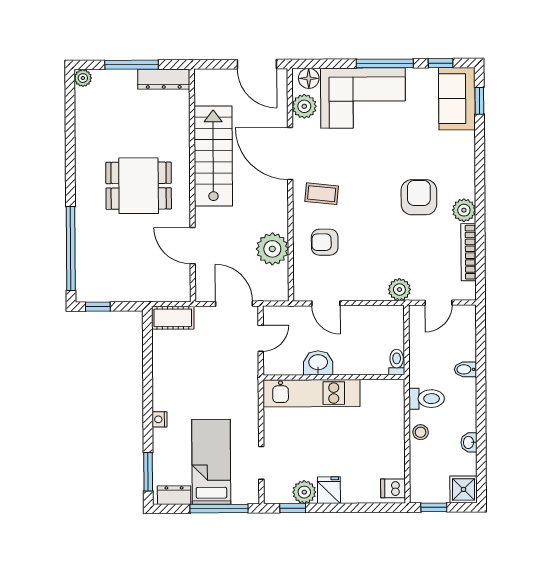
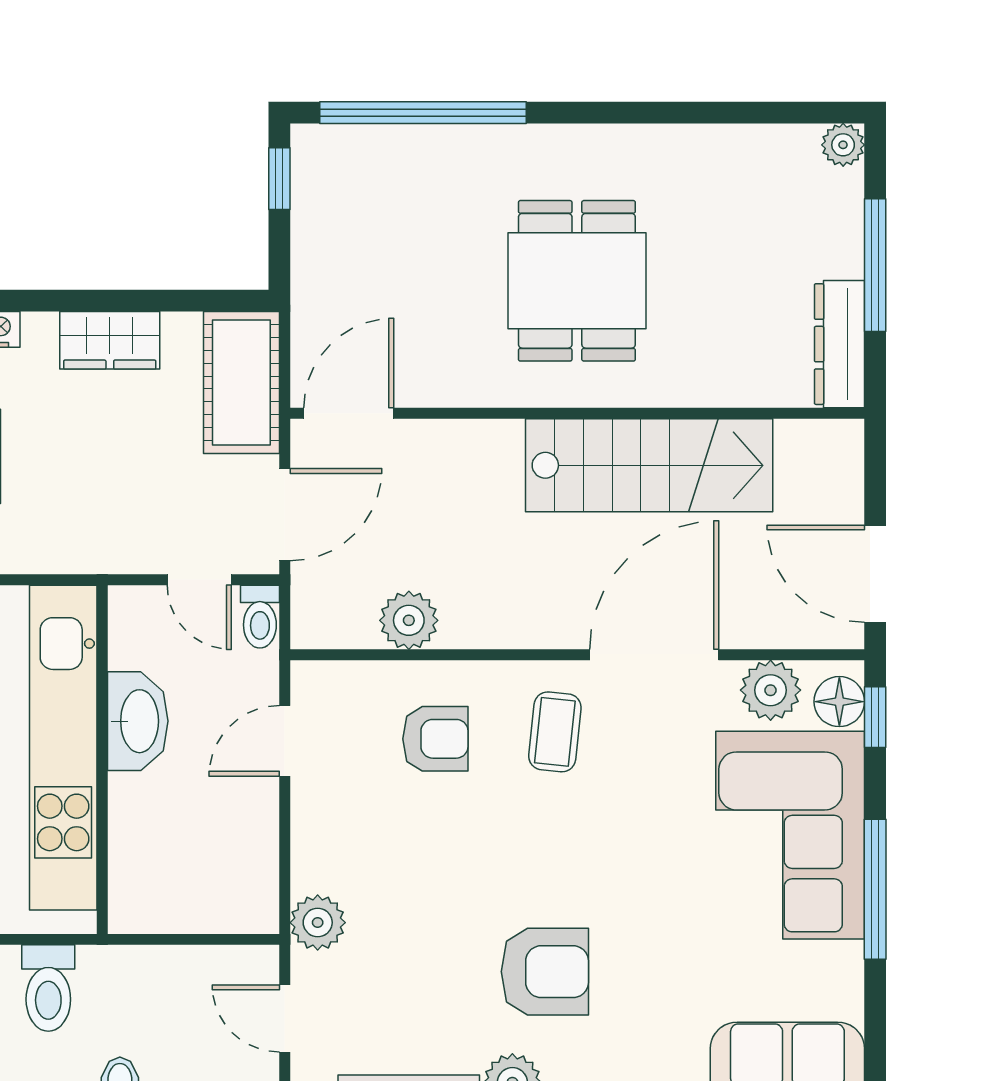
window: (441, 63) -> (875, 717), moved
door: (257, 64) -> (875, 574), hinge flipped
armchair: (325, 242) -> (435, 739), turned 90
door: (193, 246) -> (349, 413), moved
plant: (272, 249) -> (409, 620), width x0.73, depth x0.73
cot: (173, 318) -> (241, 382), width x1.37, depth x1.34
toilet: (397, 362) -> (260, 617), moved, turned 90
washbasin: (318, 363) -> (138, 721), width x1.38
wardrobe: (164, 375) -> (110, 340), added
kitchen unit: (311, 393) -> (63, 748), width x1.36

